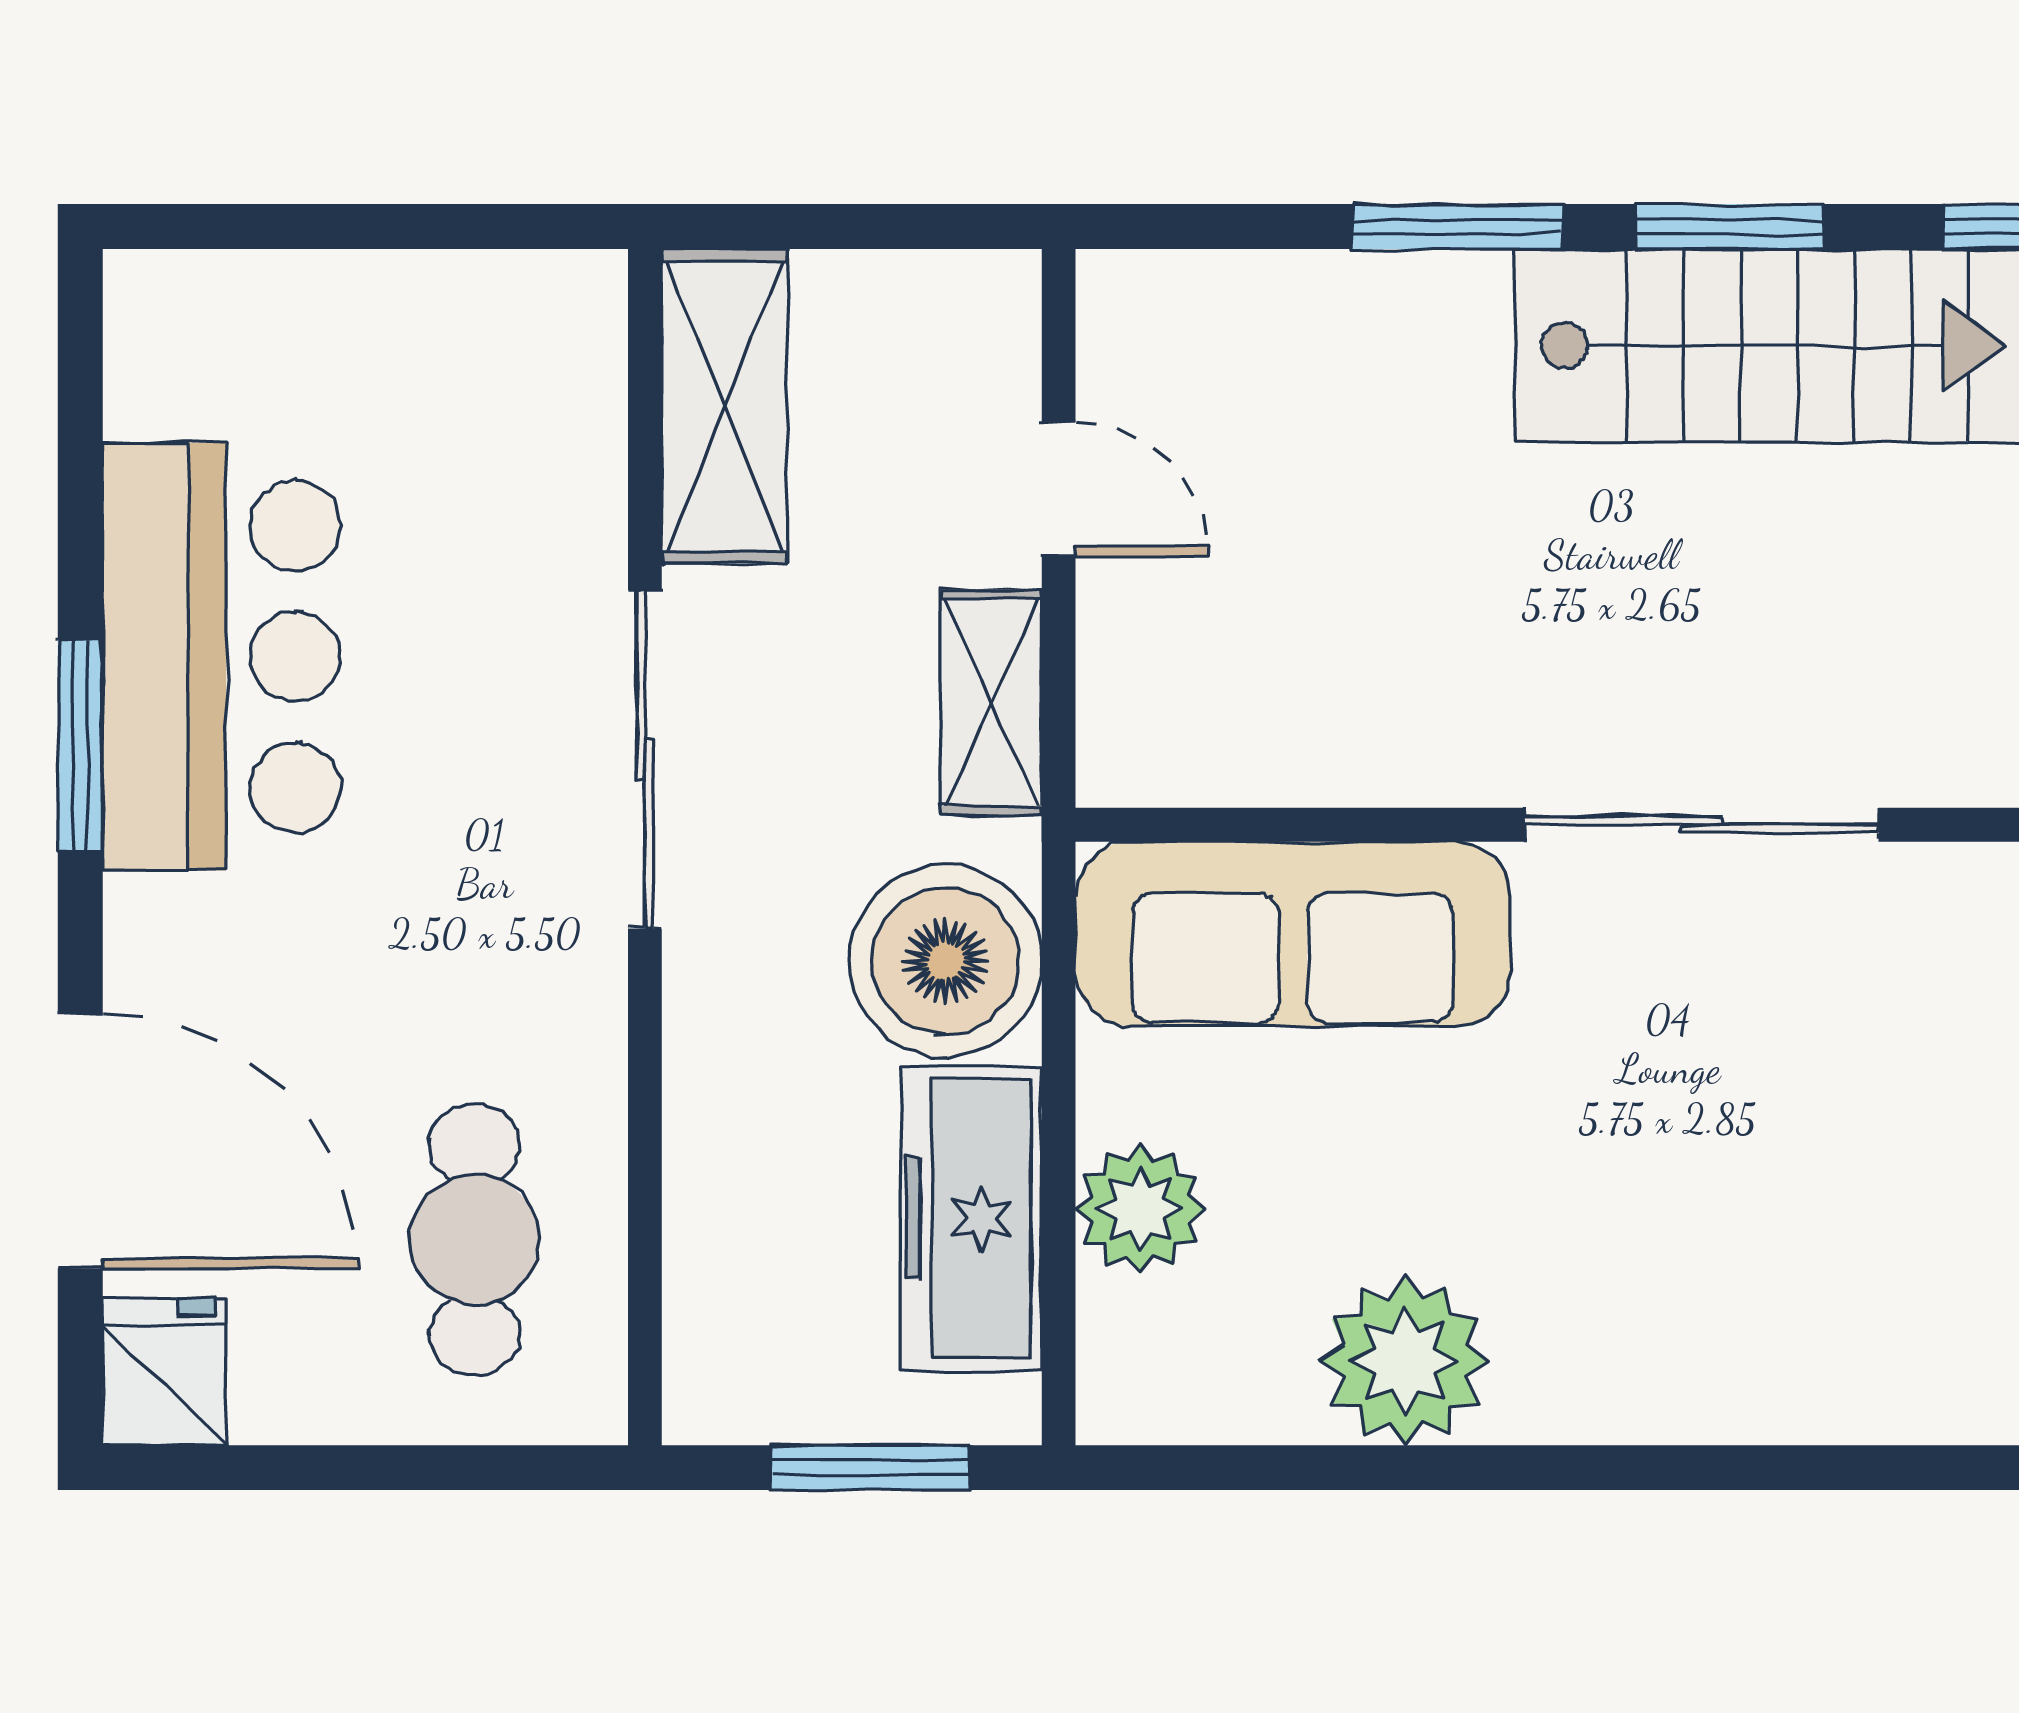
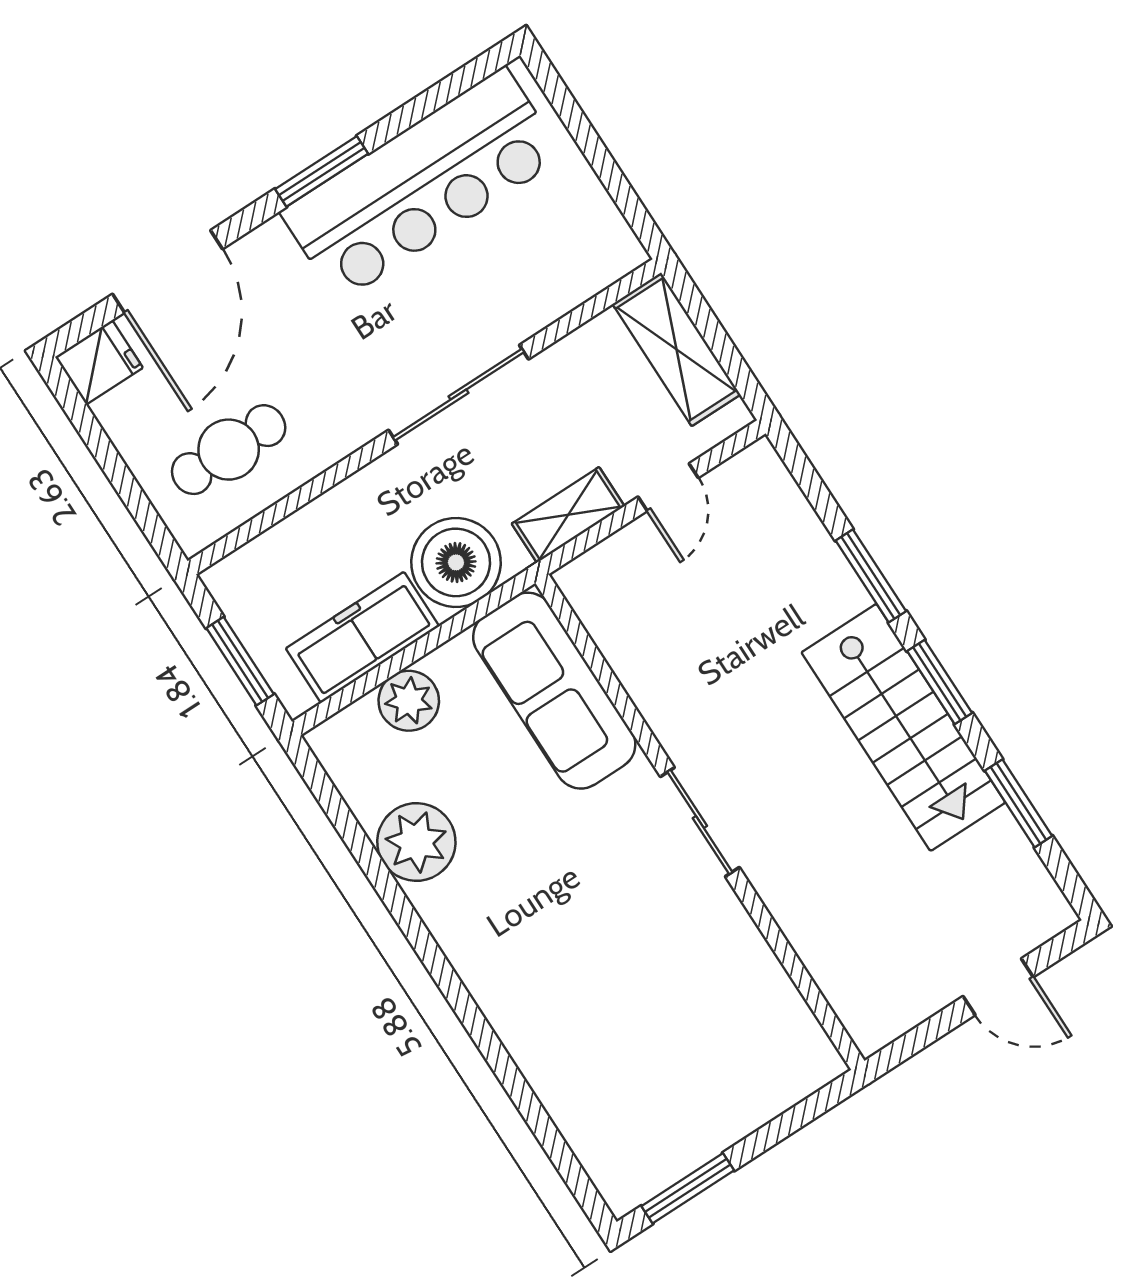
shelving: (725, 406) -> (676, 349), moved, turned 90
bar counter: (221, 656) -> (422, 184), width x1.36
sliding door: (1702, 825) -> (700, 822), width x0.73

